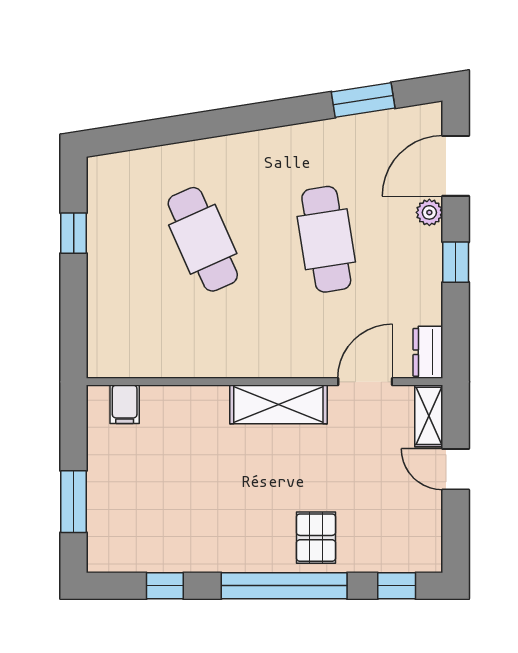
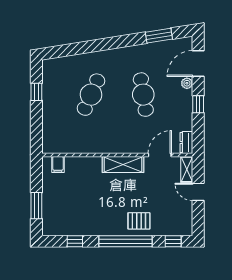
cafe table: (203, 239) -> (91, 95), turned 48
pallet: (316, 538) -> (139, 221), turned 90

